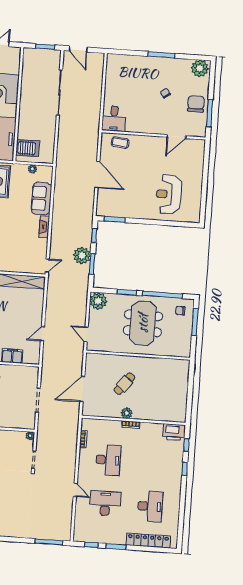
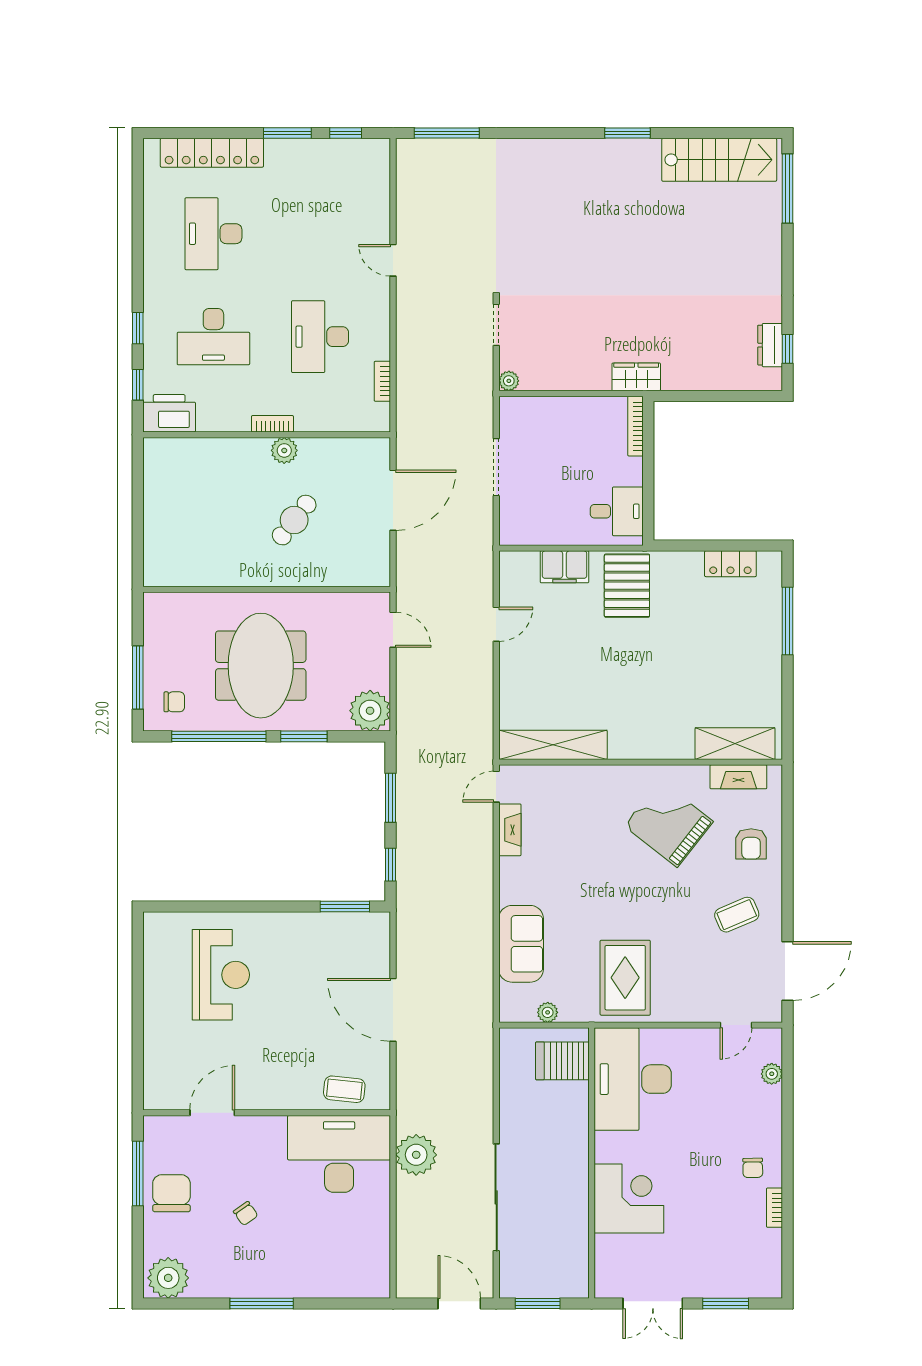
chair: (196, 104) -> (171, 1193), turned 180
desk: (114, 119) -> (339, 1154), width x1.87, depth x1.30
fireplace: (44, 227) -> (510, 830), moved
plant: (82, 256) -> (416, 1155), moved
desk: (105, 503) -> (213, 337), moved

